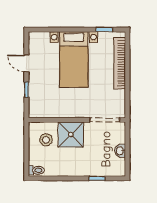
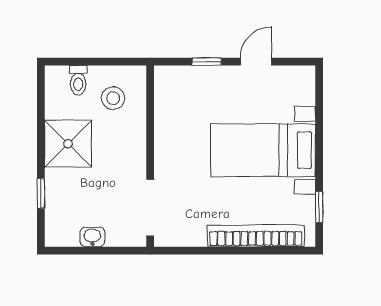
shower: (71, 134) -> (68, 144), moved
toilet: (36, 170) -> (78, 80), moved

